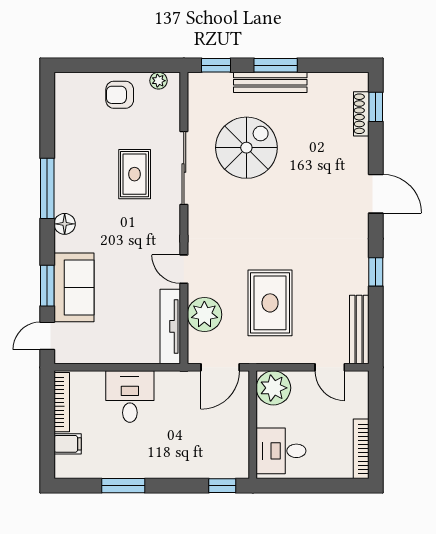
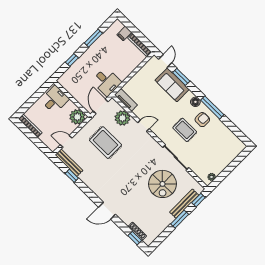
bench: (270, 82) -> (184, 204), moved
armchair: (120, 95) -> (202, 120), moved
rug: (135, 174) -> (185, 130), moved
window: (376, 272) -> (72, 176), moved
tv unit: (170, 326) -> (126, 100), width x0.71
desk: (130, 397) -> (107, 82), moved
window: (222, 486) -> (72, 60), moved

